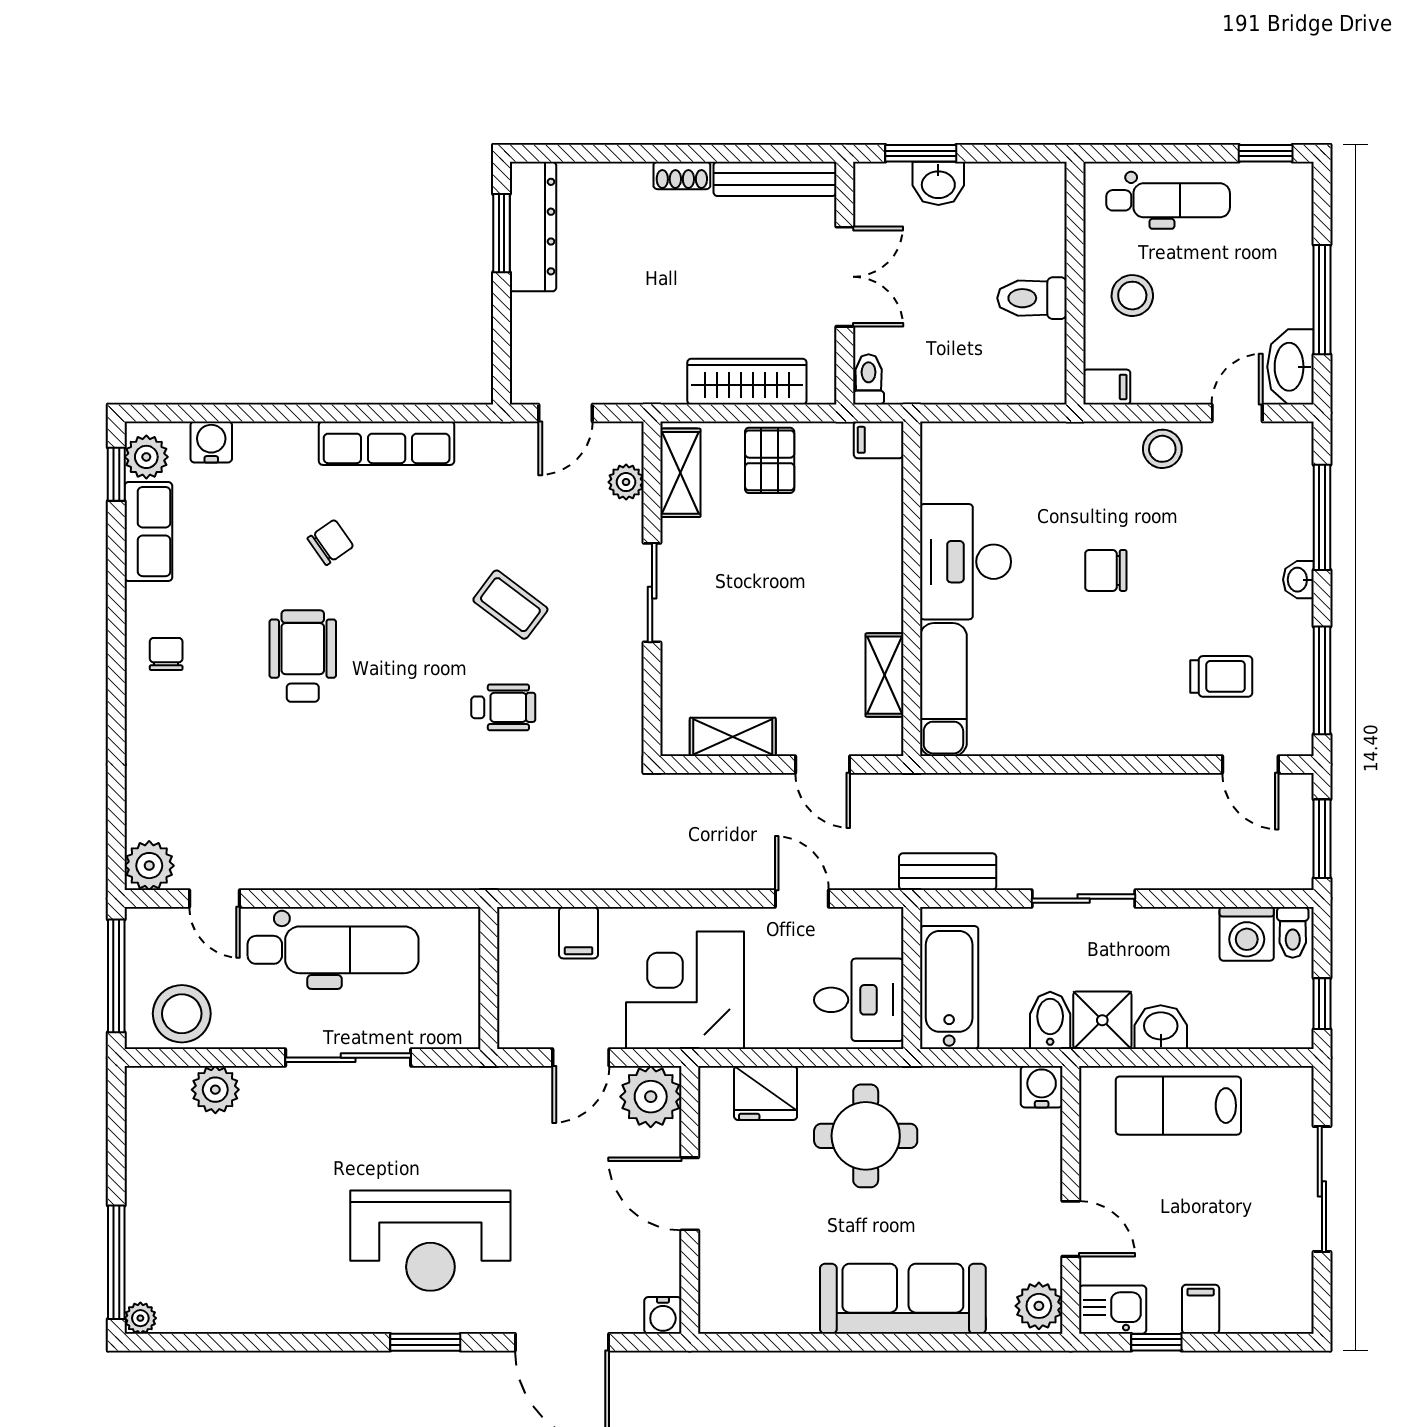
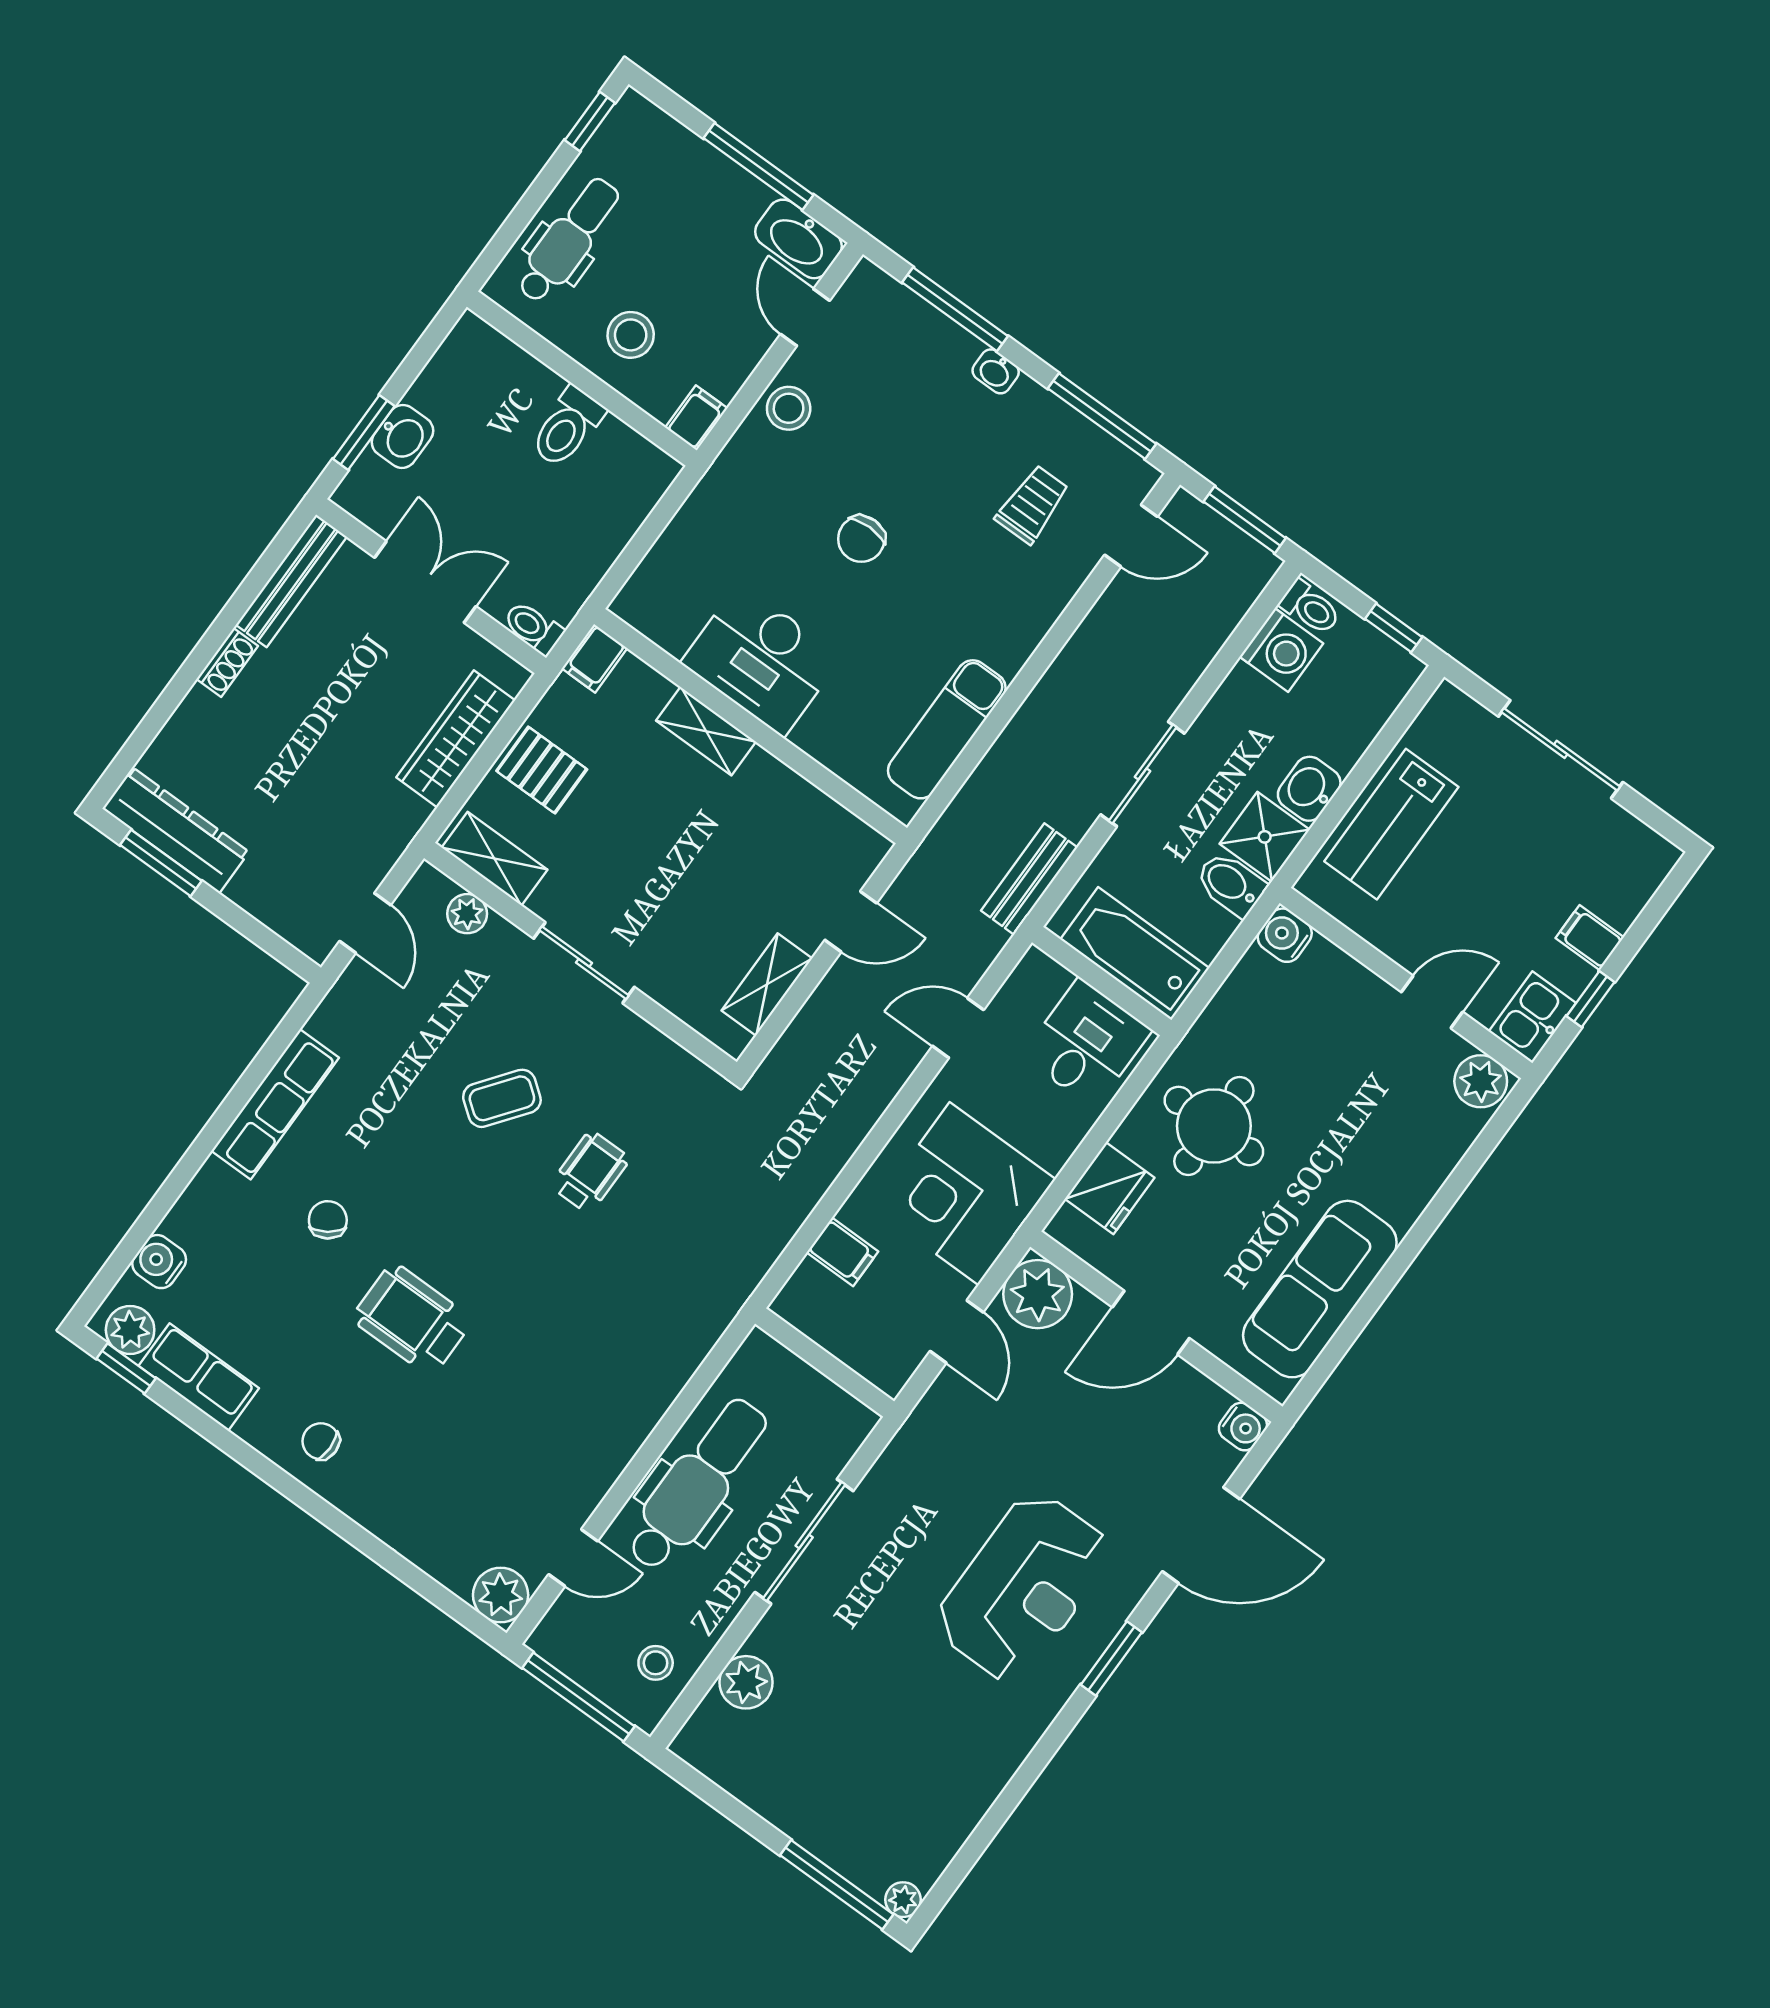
shelving: (884, 675) -> (706, 731), moved
exam couch: (943, 690) -> (947, 729), moved, turned -90
stool: (182, 1014) -> (656, 1663), width x0.53, depth x0.53
sofa: (903, 1299) -> (1320, 1289), moved

